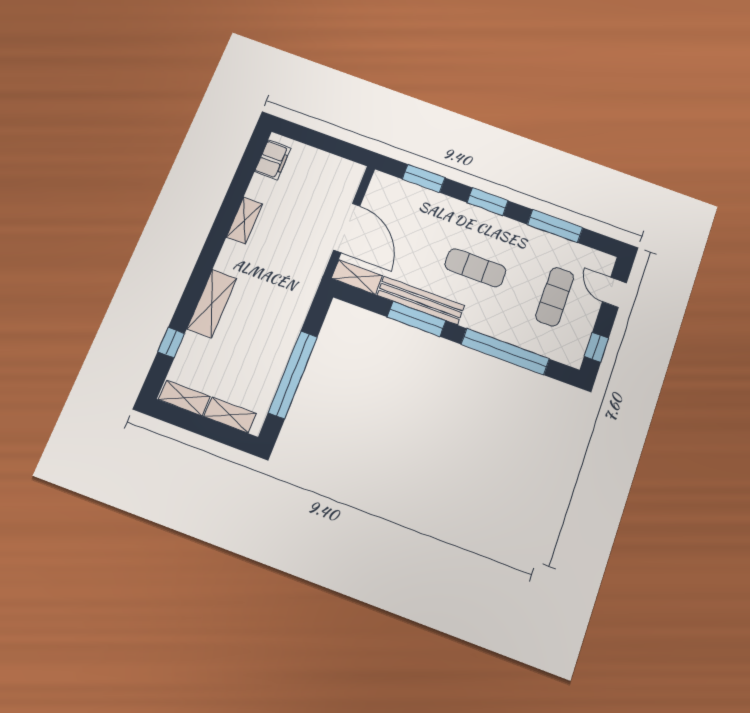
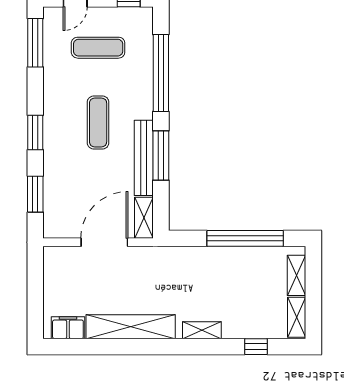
shelving: (244, 221) -> (131, 327), width x2.20, depth x1.33
window: (555, 226) -> (35, 43), moved
shelving: (212, 304) -> (202, 330), width x0.67, depth x0.75

